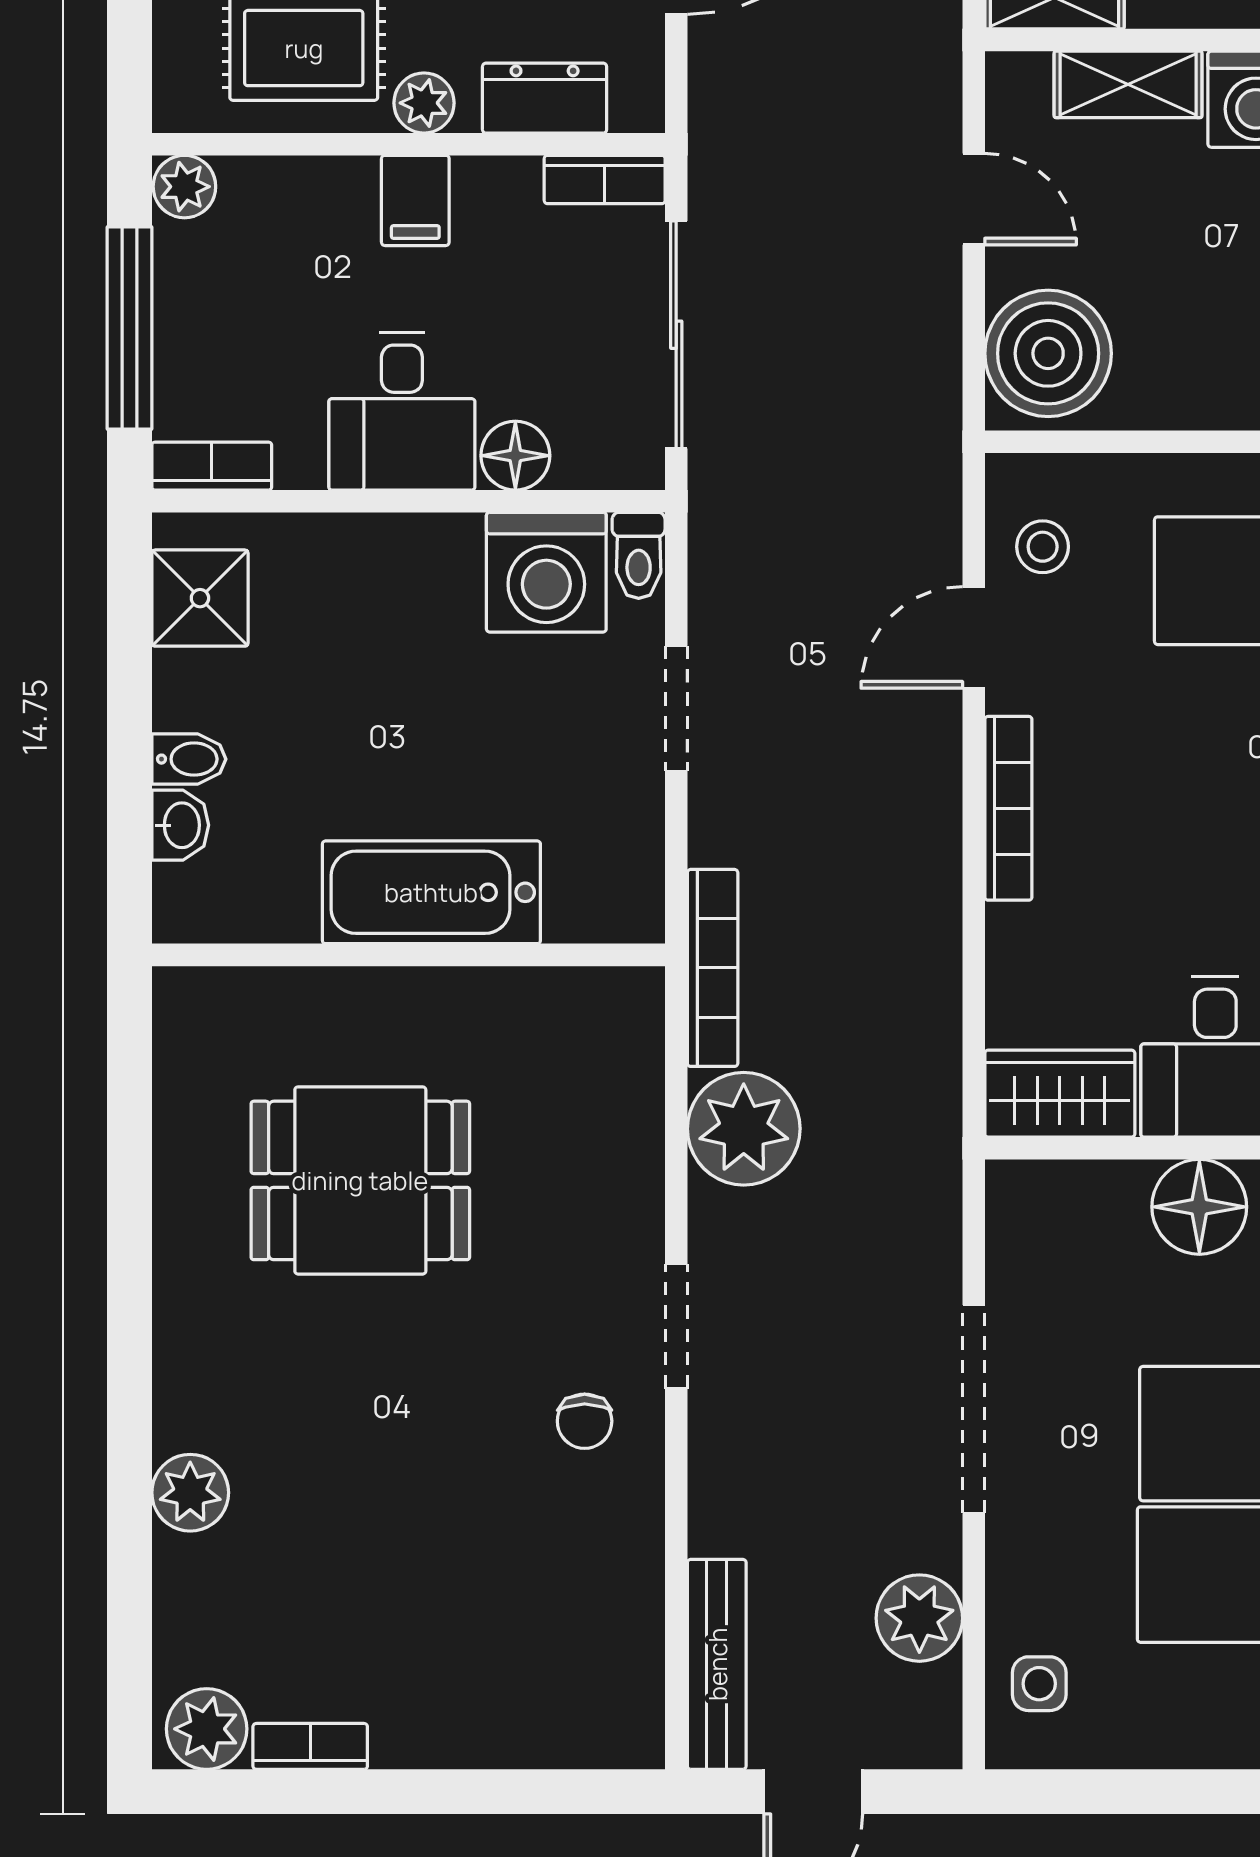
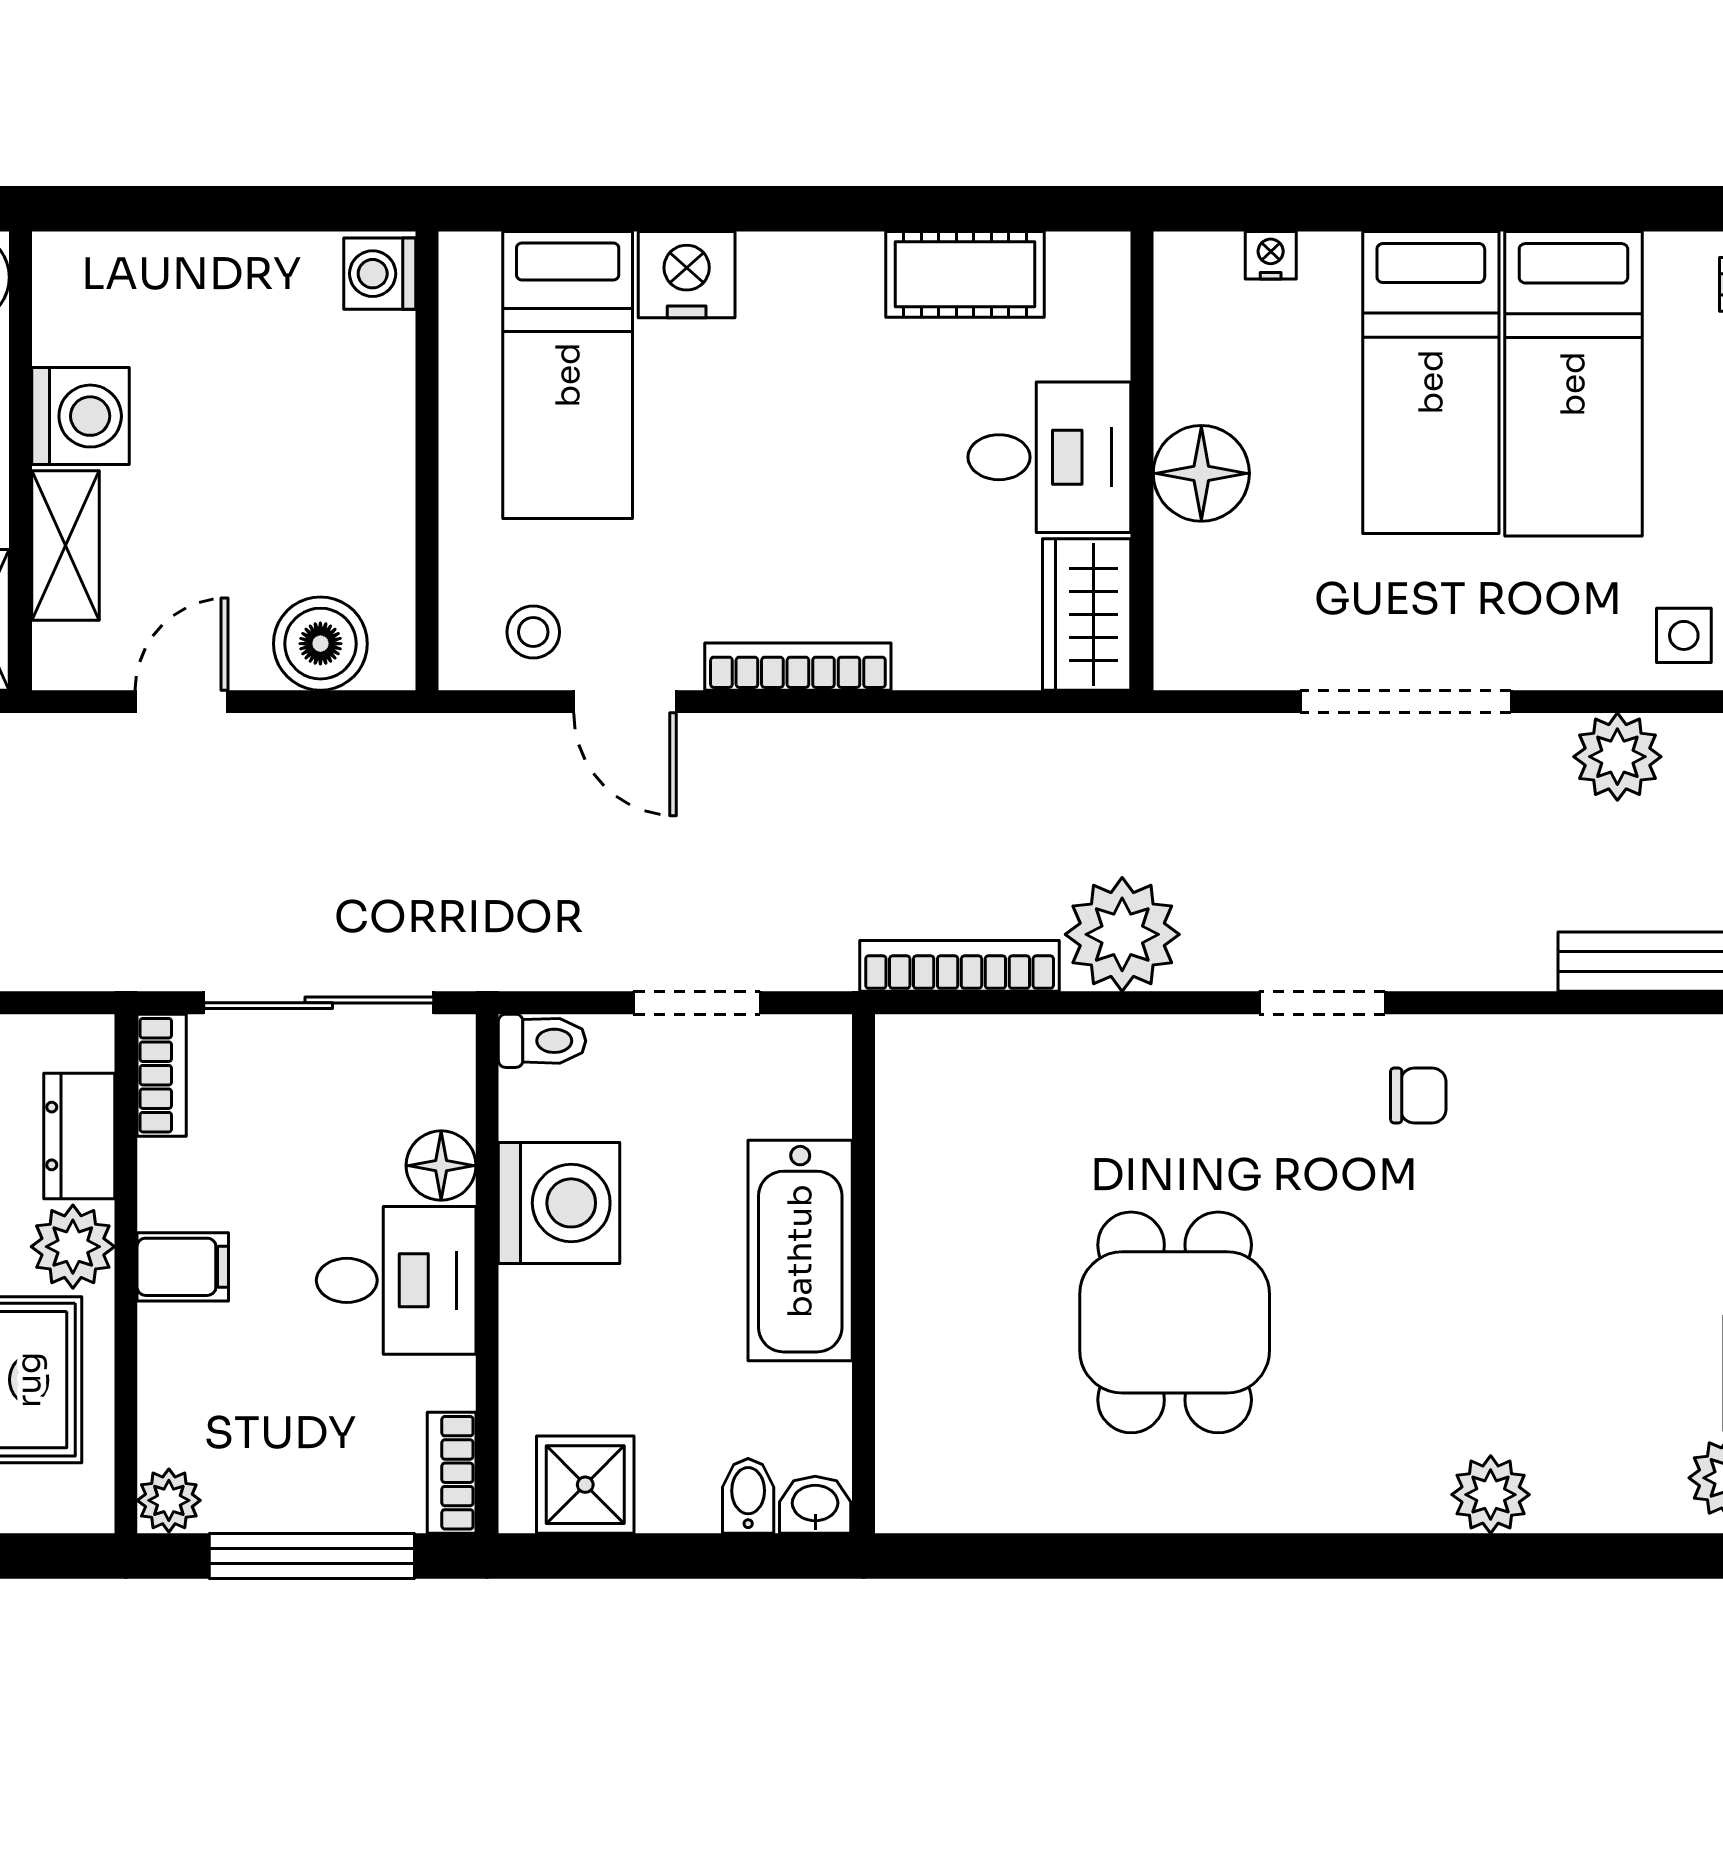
plant: (424, 103) -> (73, 1247), width x1.38, depth x1.38
boiler: (1048, 353) -> (320, 644), width x0.73, depth x0.73
washing machine: (546, 572) -> (559, 1203), moved
bathtub: (431, 892) -> (800, 1251), moved
wall: (408, 955) -> (864, 1274), moved

